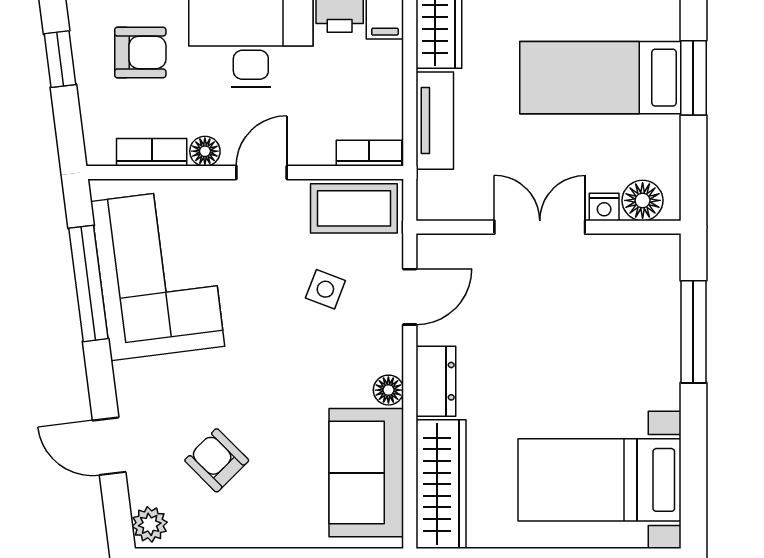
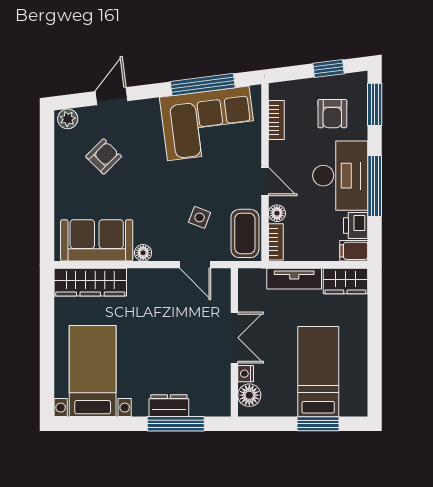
floor lamp: (205, 151) -> (277, 213), moved
dresser: (436, 381) -> (169, 406), moved, turned 180

